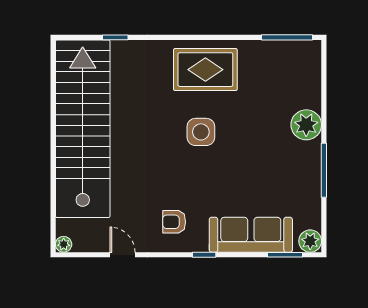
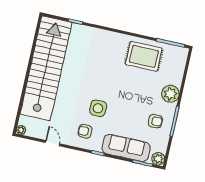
rug: (205, 70) -> (144, 56), moved
side table: (201, 132) -> (98, 108), moved
armchair: (291, 177) -> (155, 121), added

